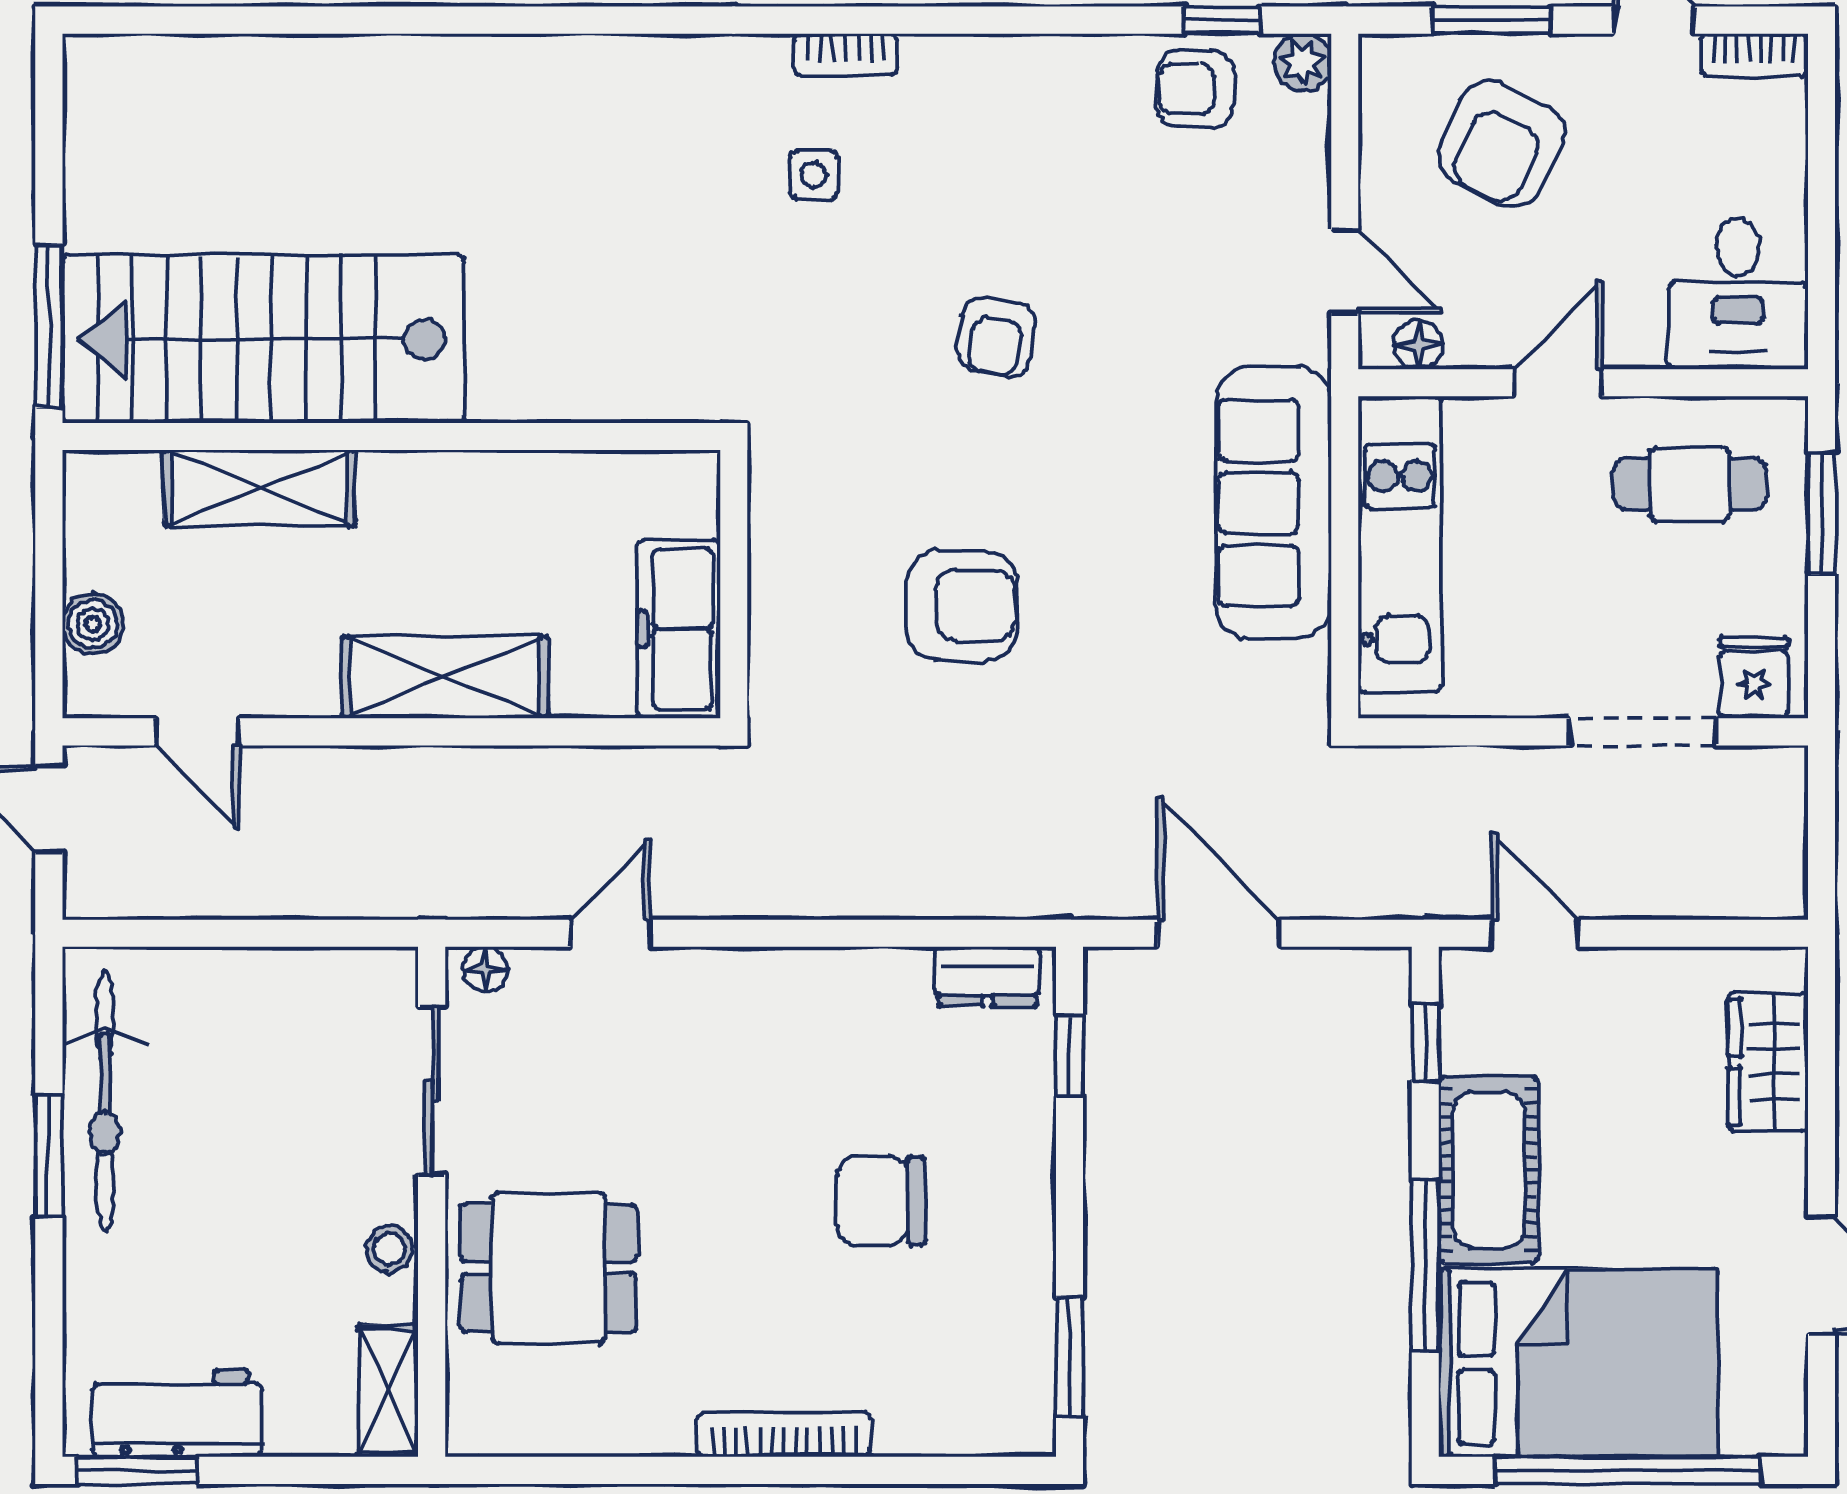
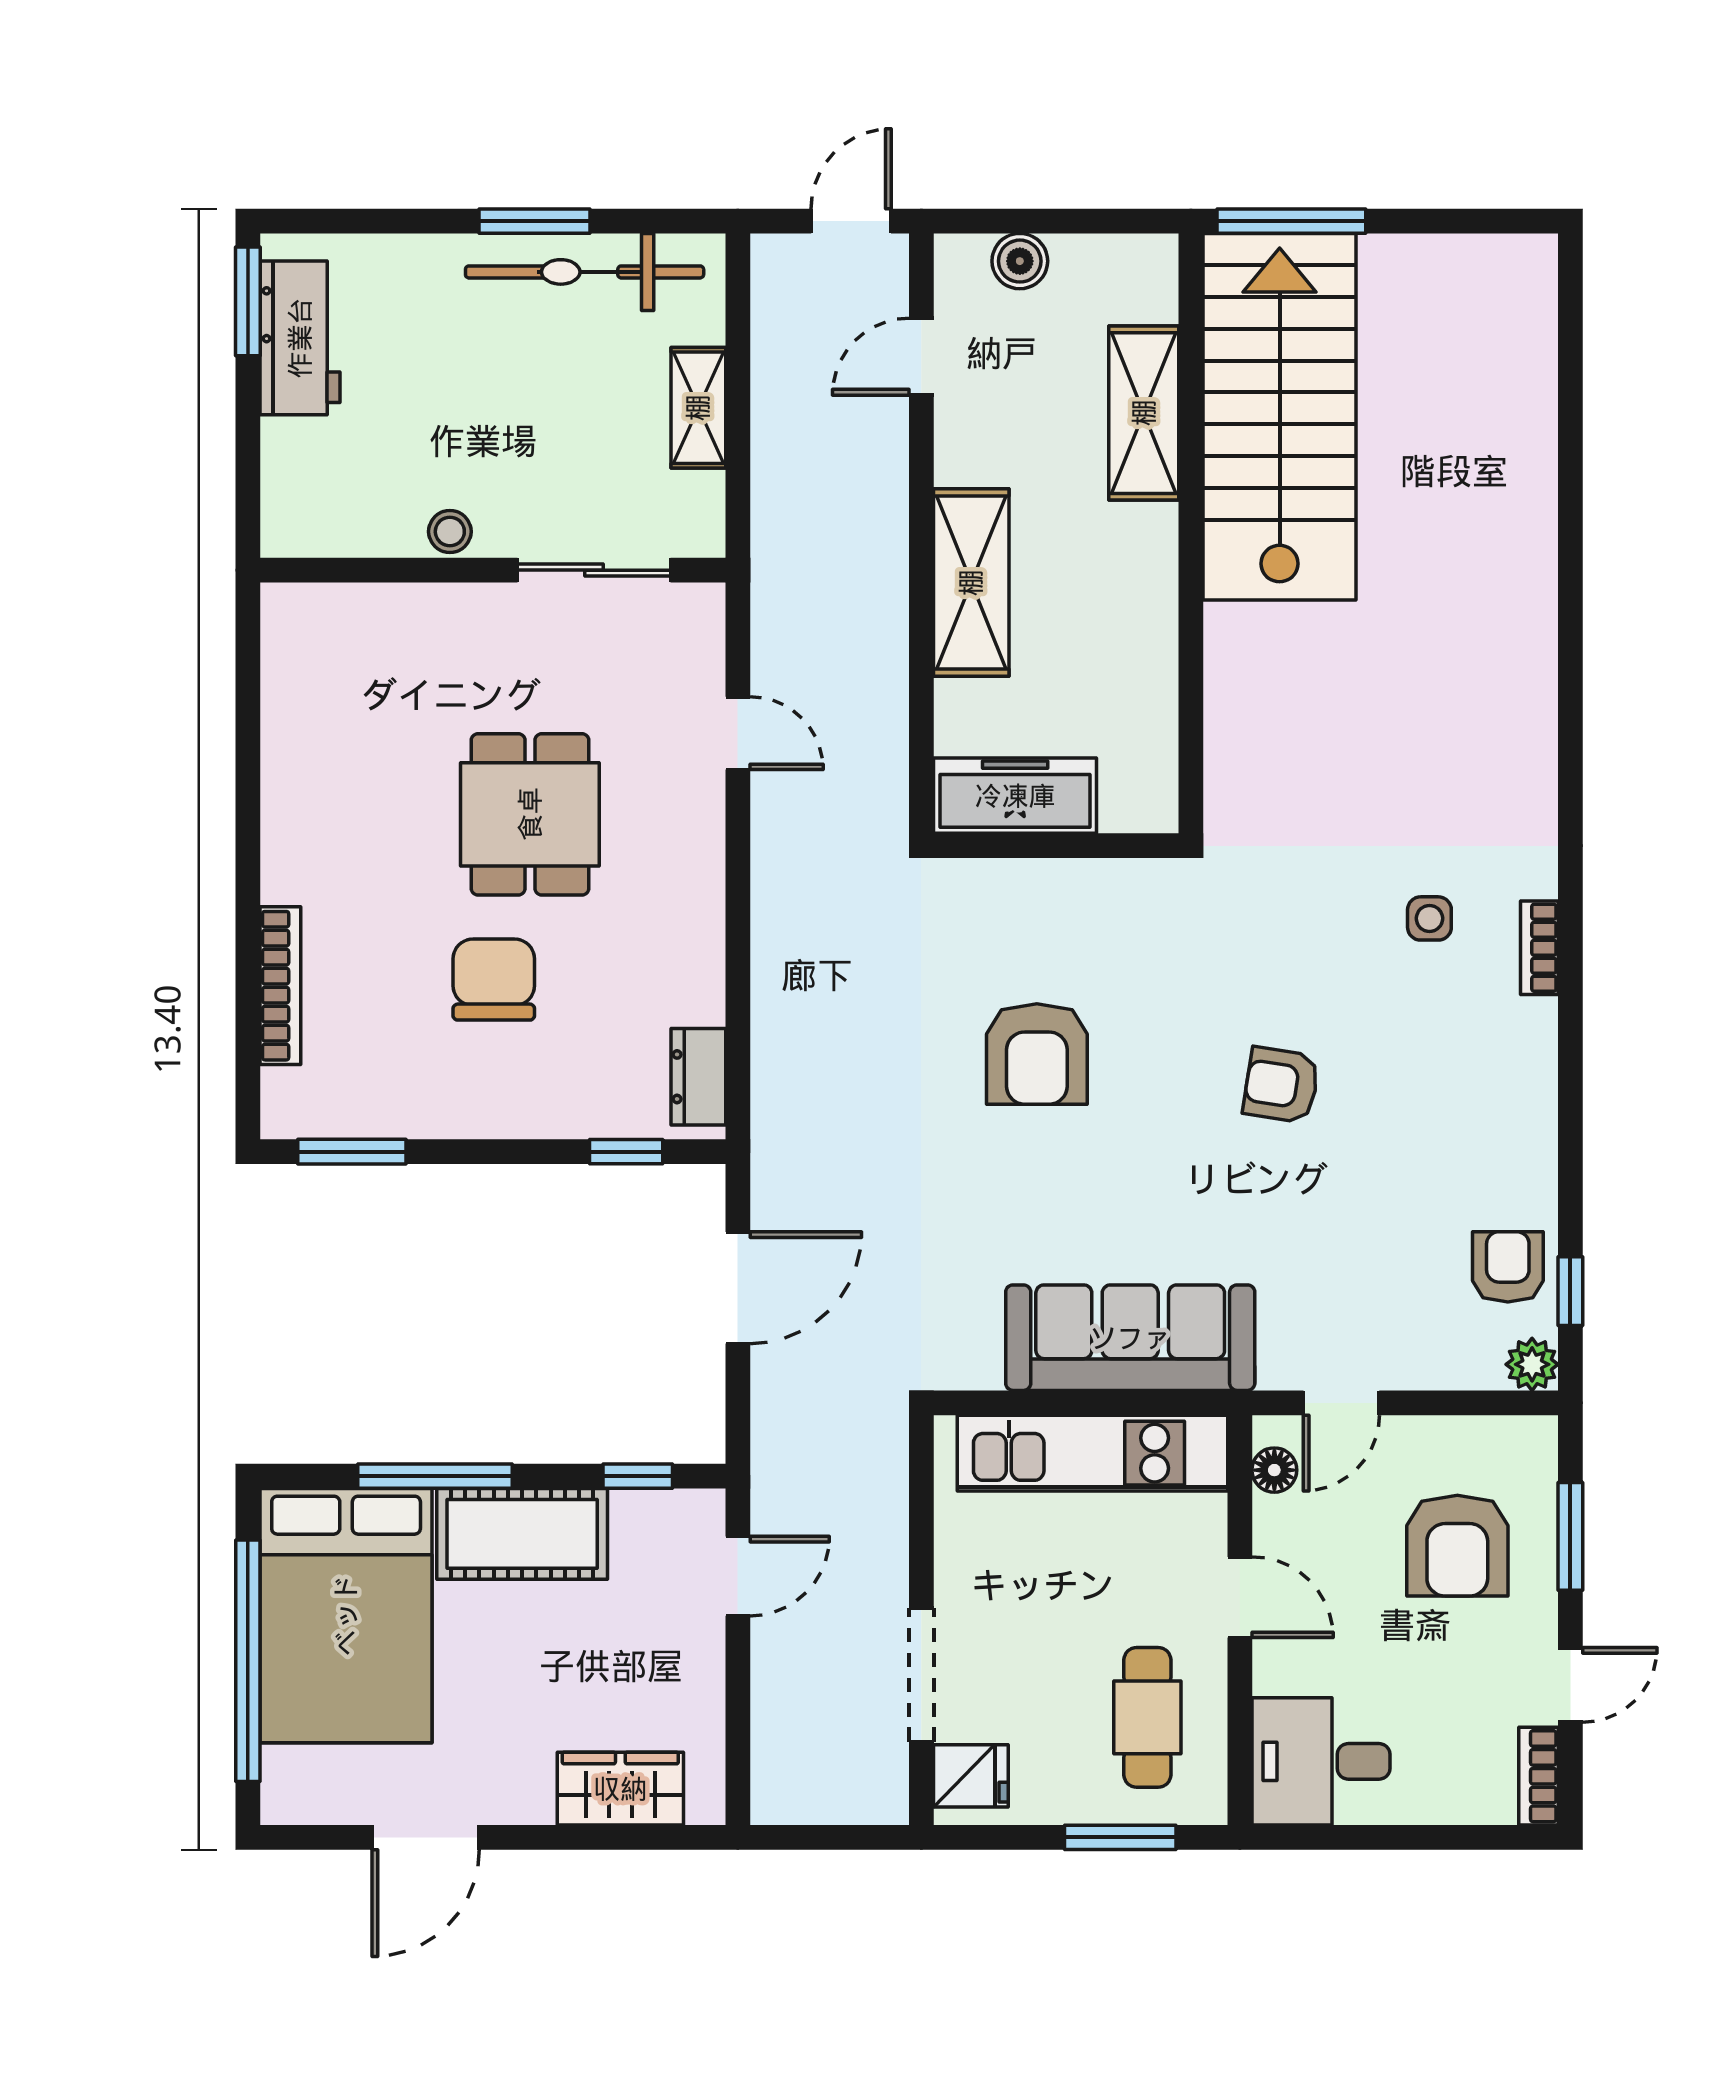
armchair: (1501, 144) -> (1457, 1546), turned -115
floor lamp: (485, 969) -> (705, 619), removed
dining table: (549, 1268) -> (530, 814), moved
shelving: (388, 1391) -> (698, 408), moved, turned 90
bookcase: (784, 1435) -> (280, 986), moved

